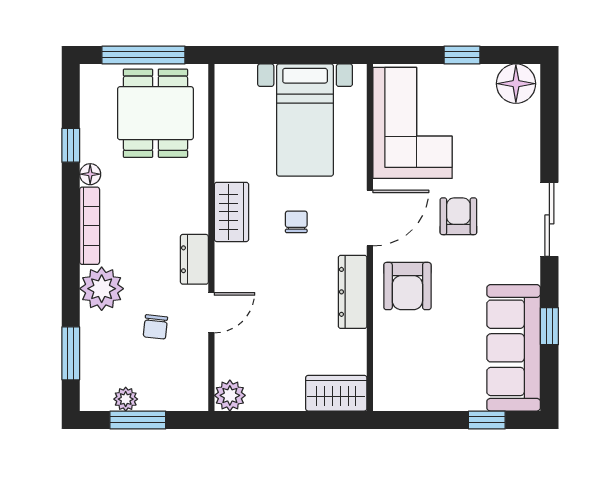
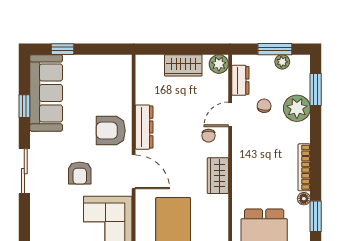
window: (71, 145) -> (316, 216), width x1.50
door: (370, 218) -> (134, 172), swing flipped
chair: (296, 222) -> (209, 136), moved
dresser: (194, 259) -> (240, 80), moved
armchair: (407, 286) -> (111, 131), turned -90
plant: (102, 289) -> (297, 108), moved
wardrobe: (336, 393) -> (183, 65), moved

